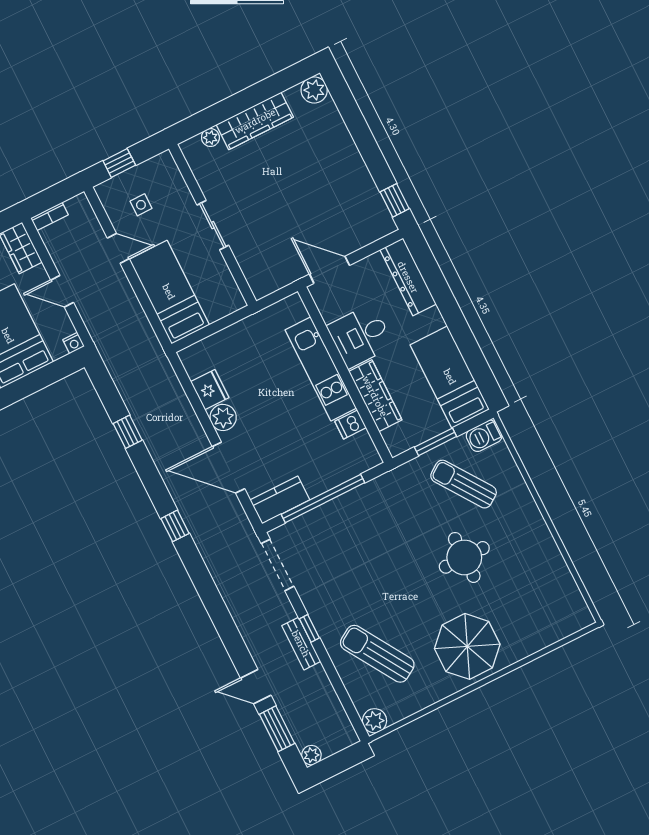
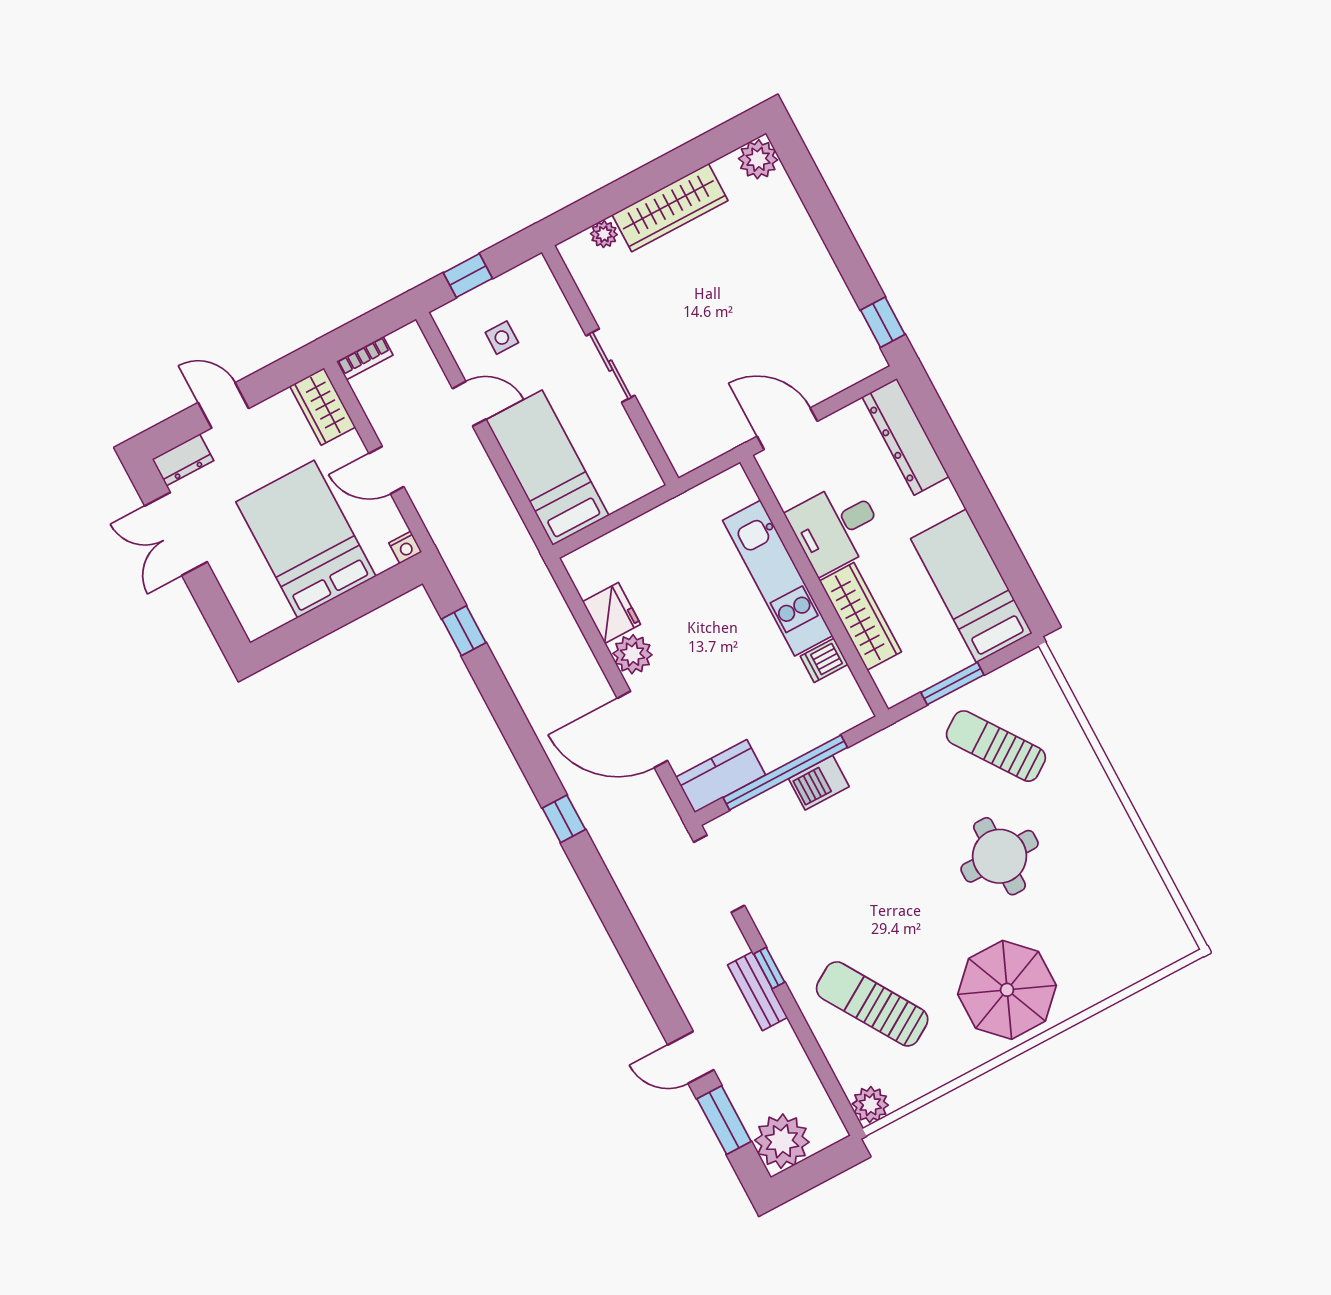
window: (128, 432) -> (464, 631), moved
barbecue: (484, 436) -> (819, 783), moved
plant: (311, 755) -> (782, 1141), width x1.87, depth x1.87

